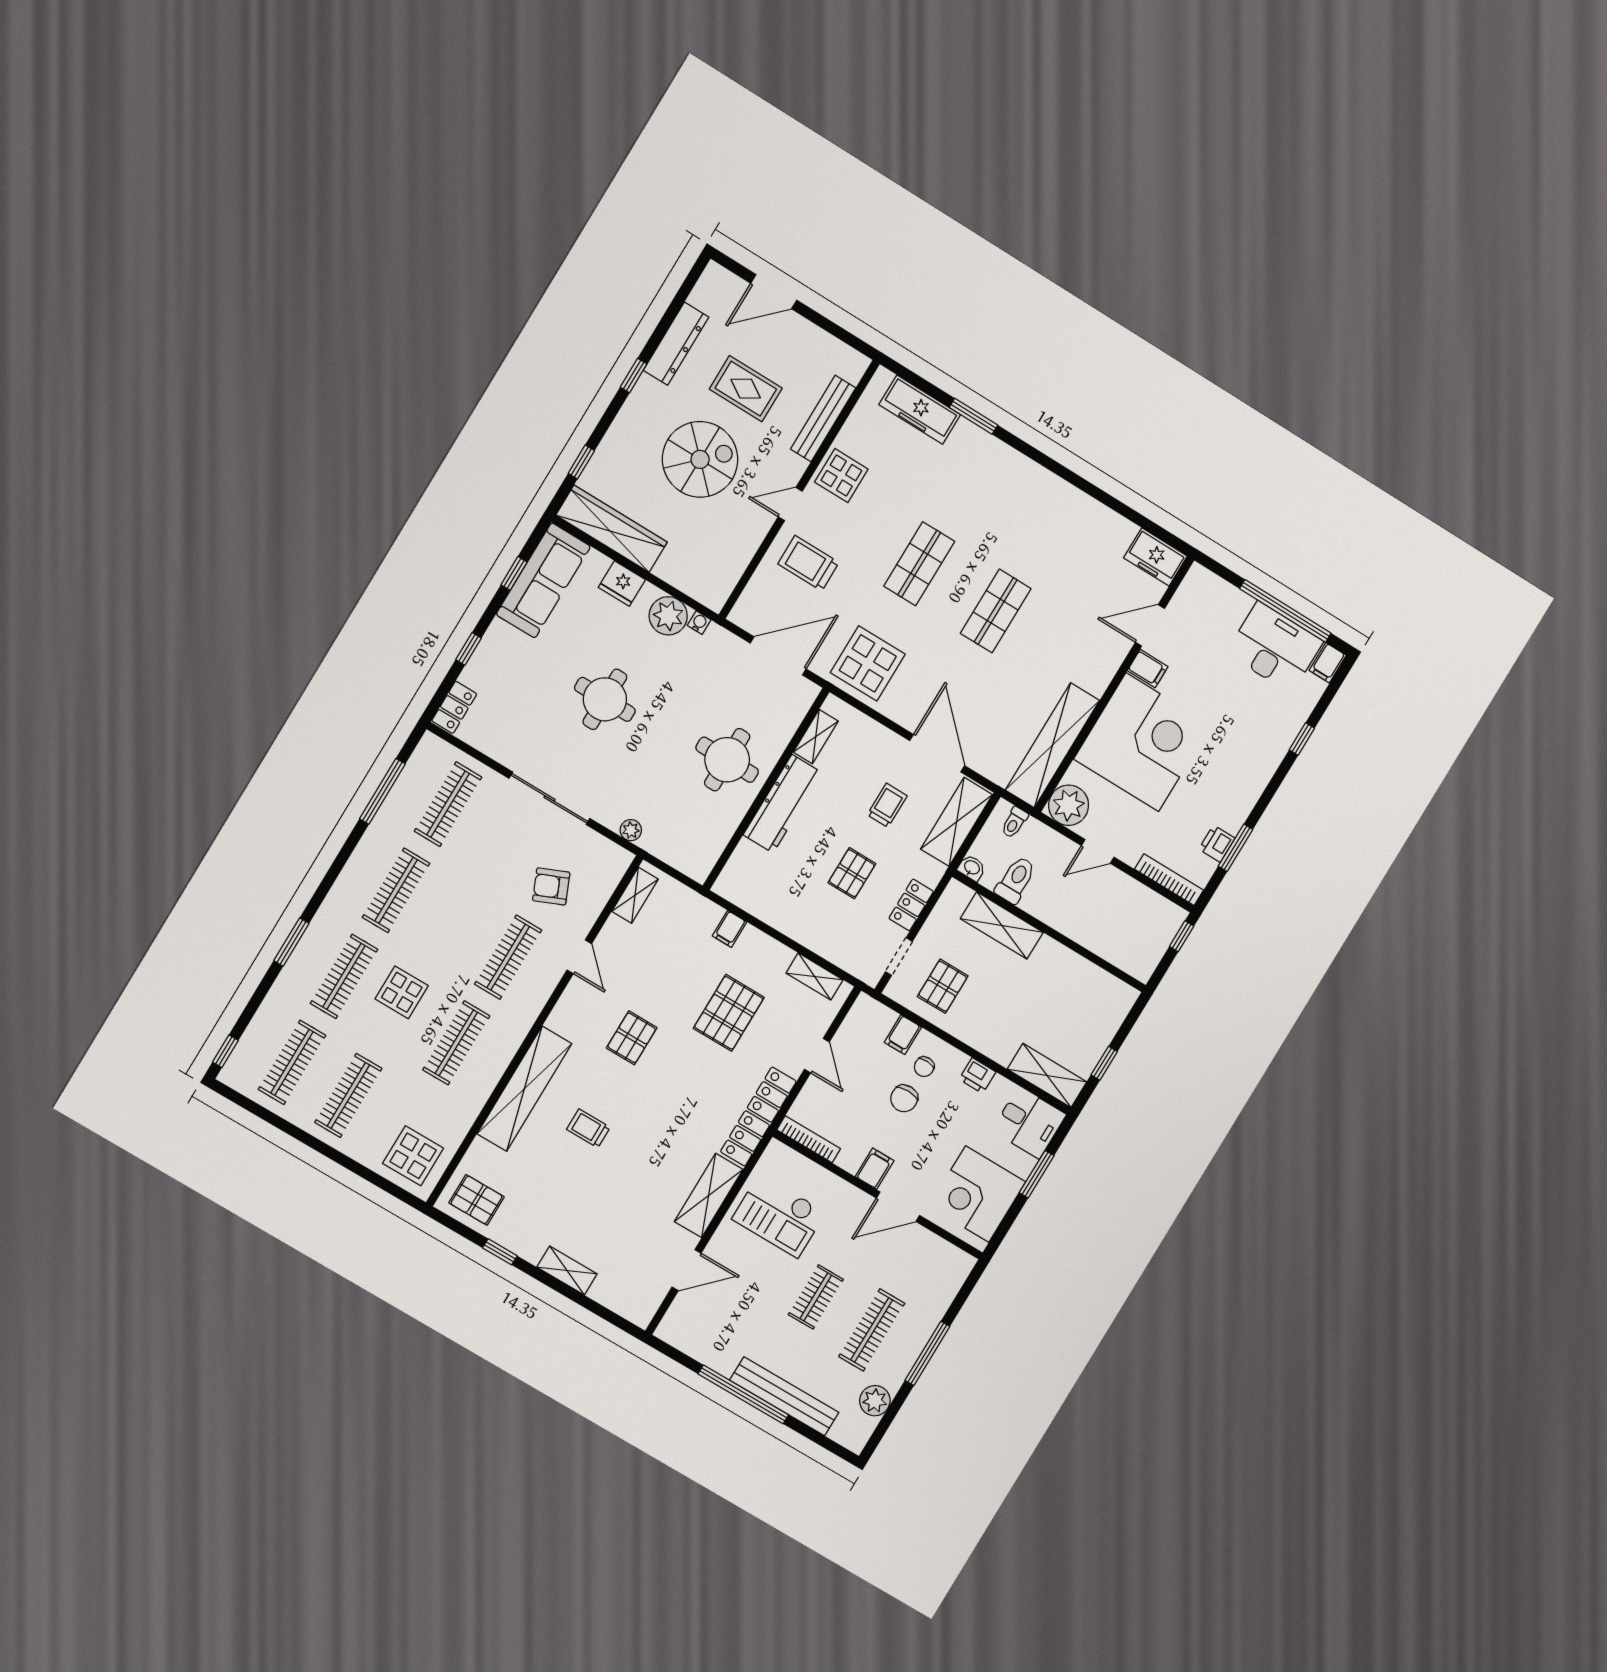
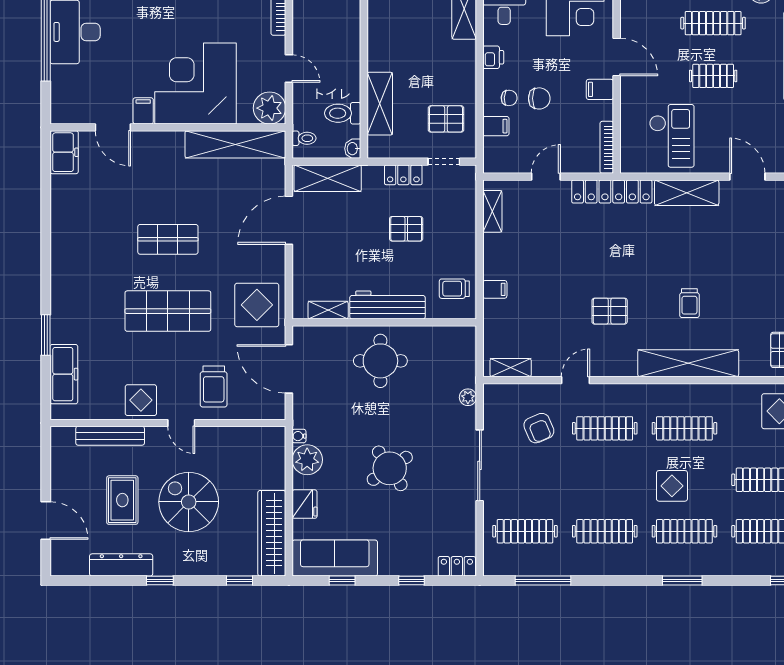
shop shelf: (919, 564) -> (168, 311), width x1.43, depth x1.36
round table: (605, 699) -> (390, 468), turned -34
trolley: (887, 805) -> (454, 289), moved
pallet: (729, 1013) -> (553, 255), removed

